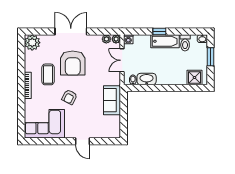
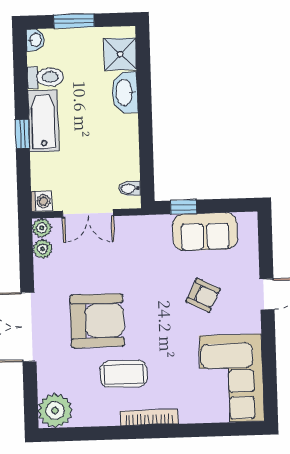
washbasin: (147, 79) -> (125, 92), moved
armchair: (69, 97) -> (203, 295), moved
sofa: (112, 100) -> (205, 232), moved
window: (124, 104) -> (183, 207), added

